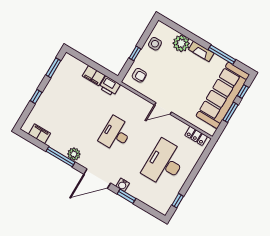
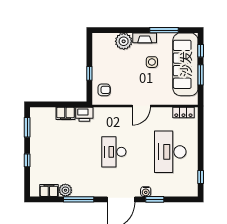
side table: (155, 44) -> (152, 62), moved
plant: (74, 154) -> (65, 190), moved

